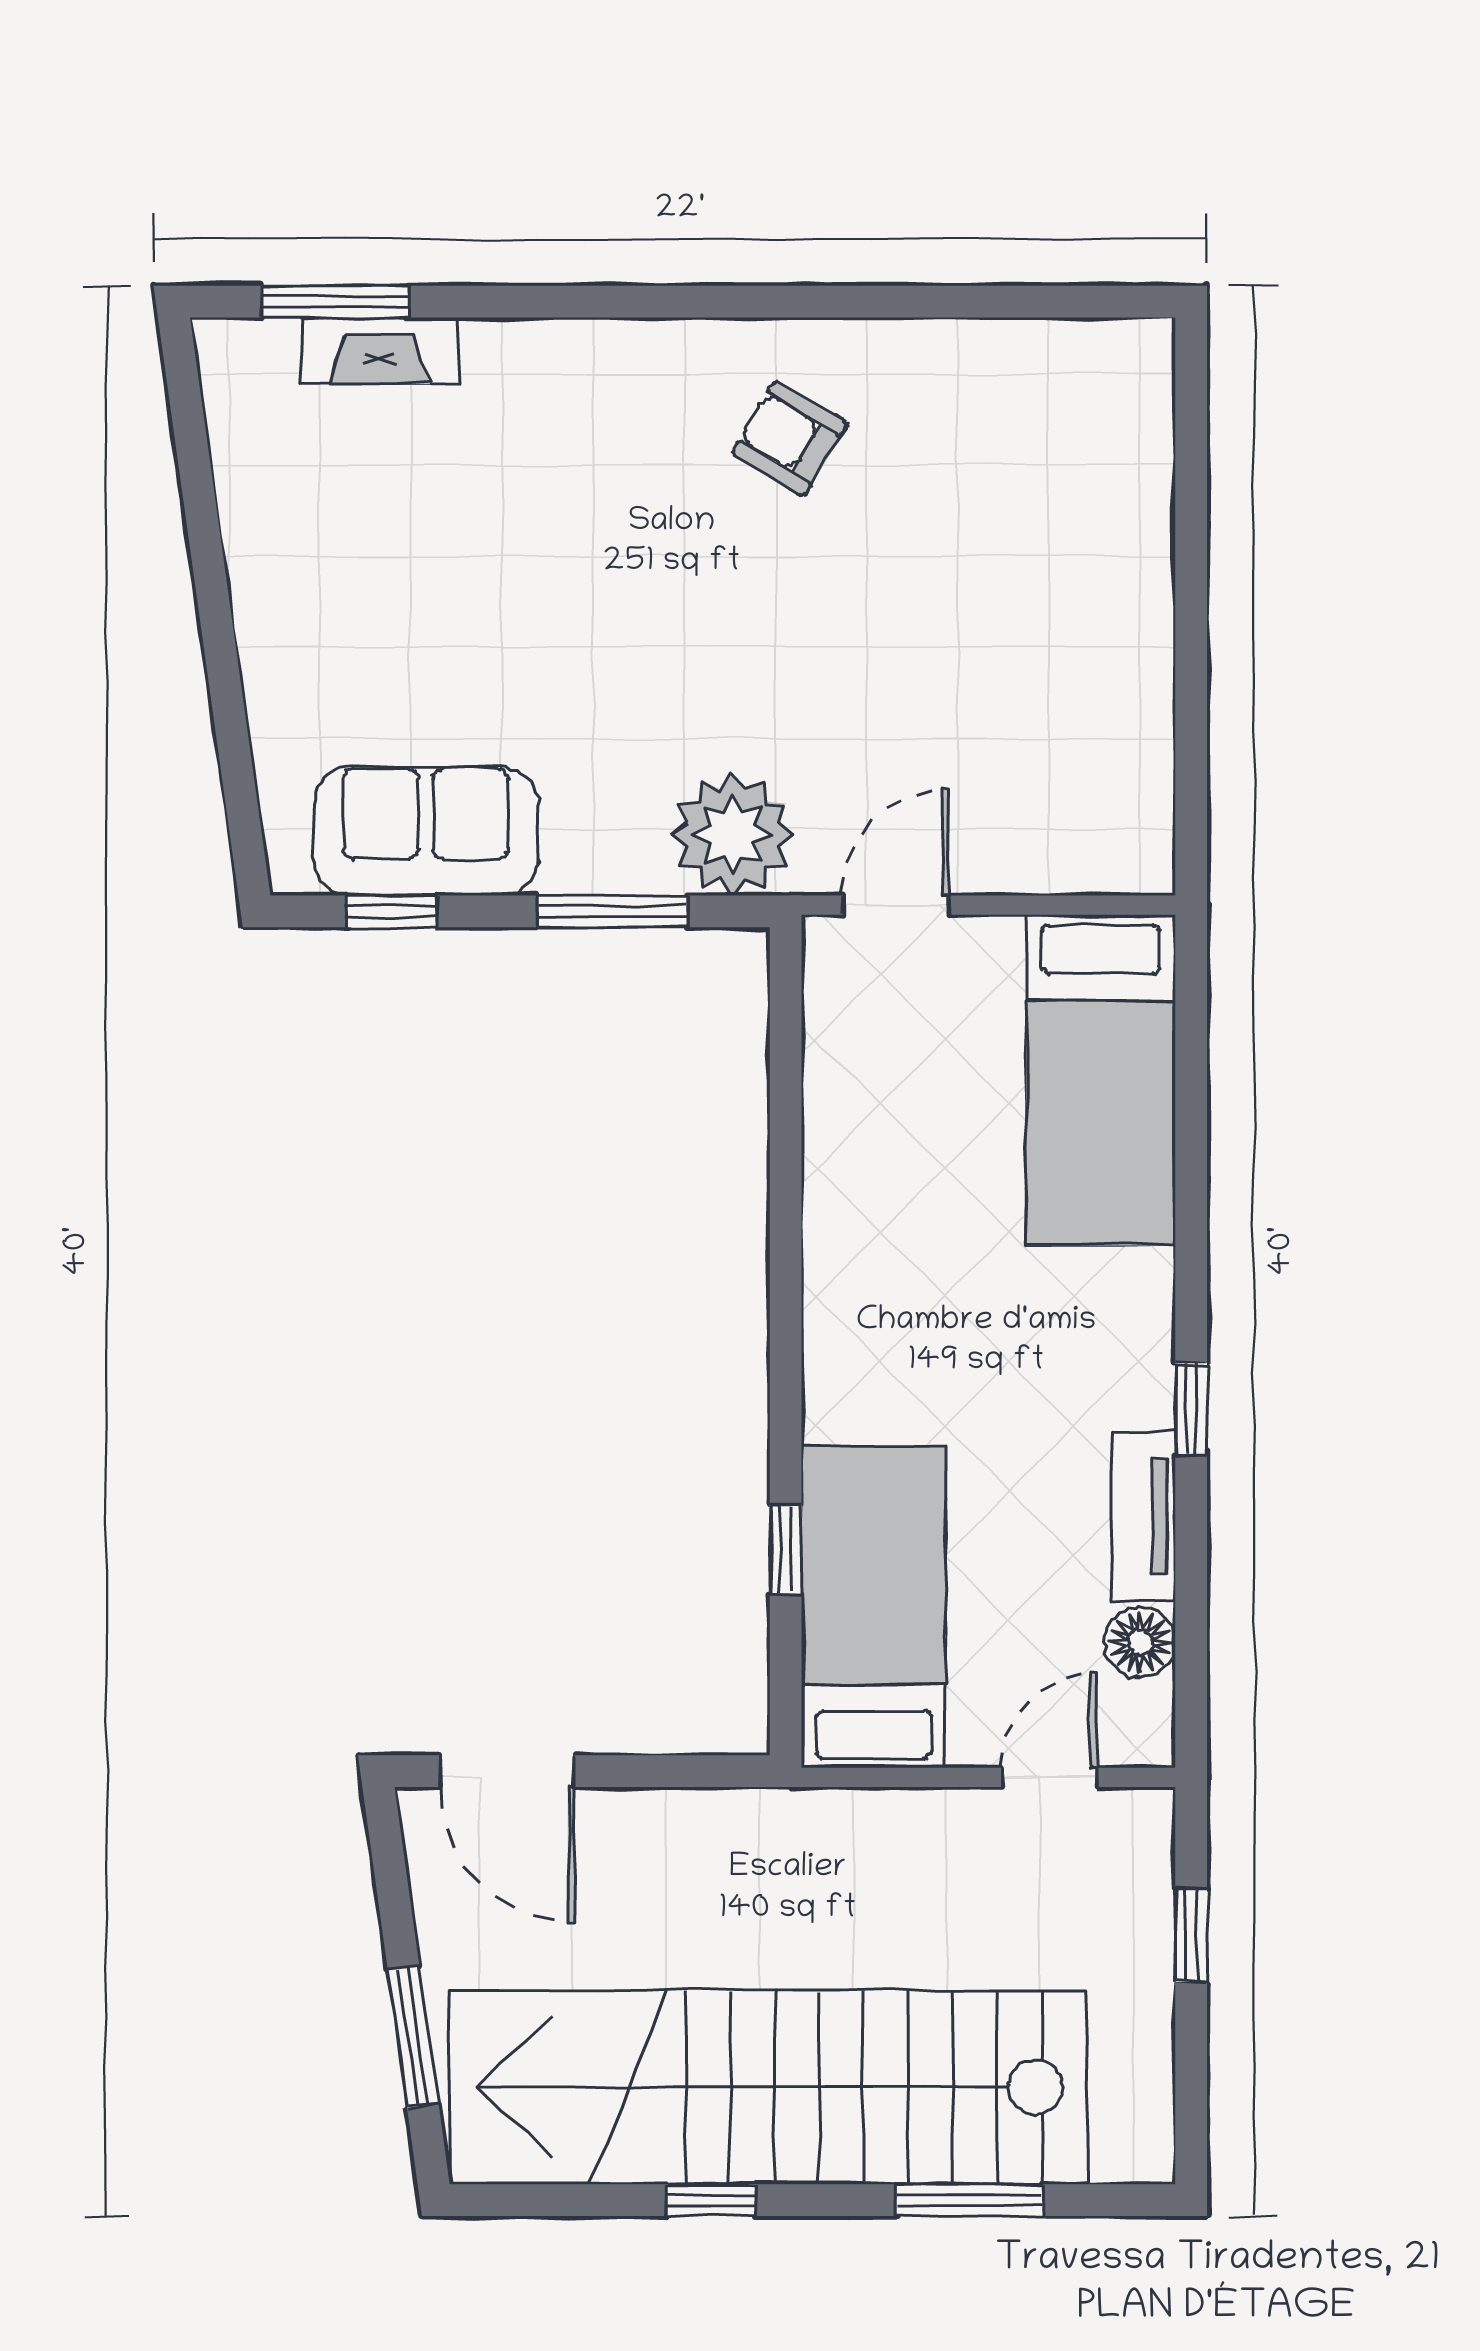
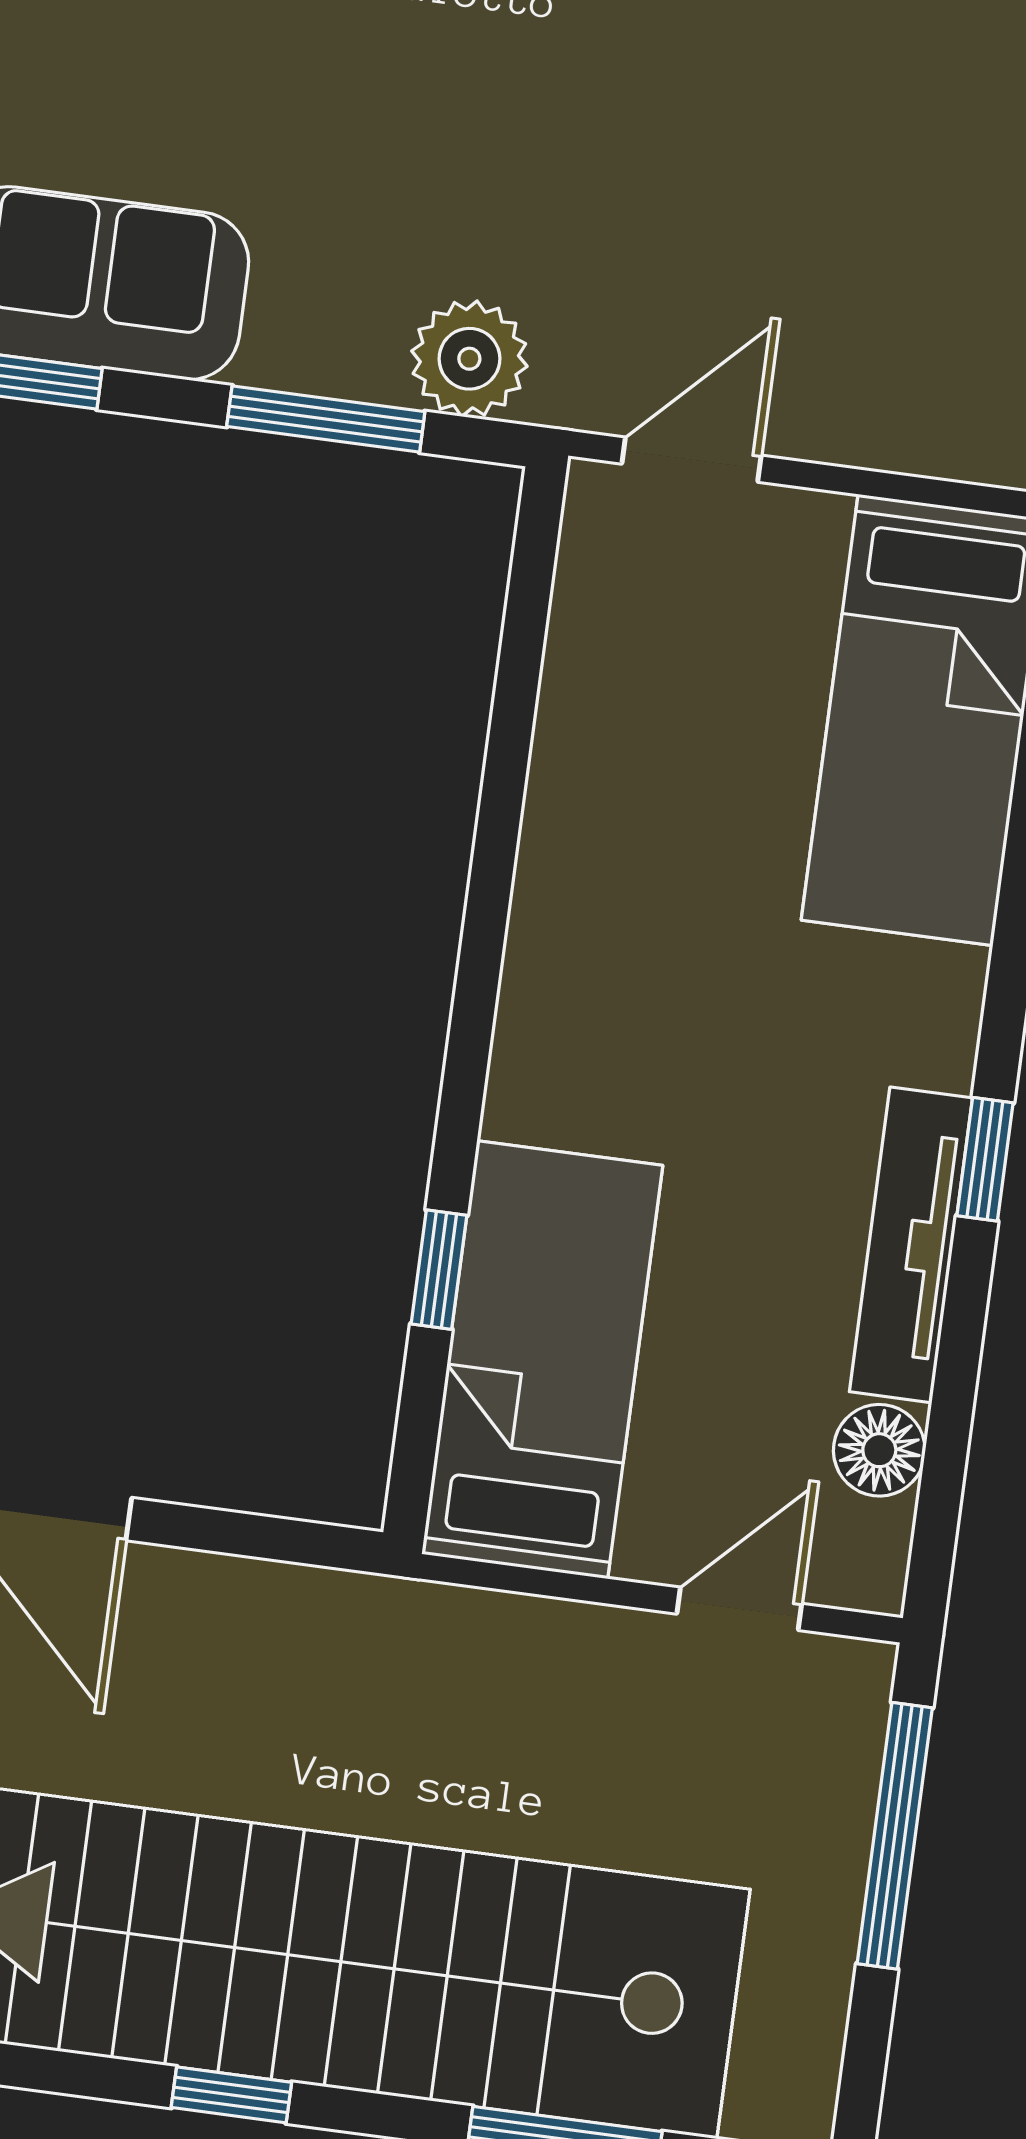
plant: (732, 834) -> (469, 359), width x0.73, depth x0.73
tv unit: (1143, 1516) -> (911, 1245), width x1.41
window: (1191, 1935) -> (895, 1836), width x2.17

